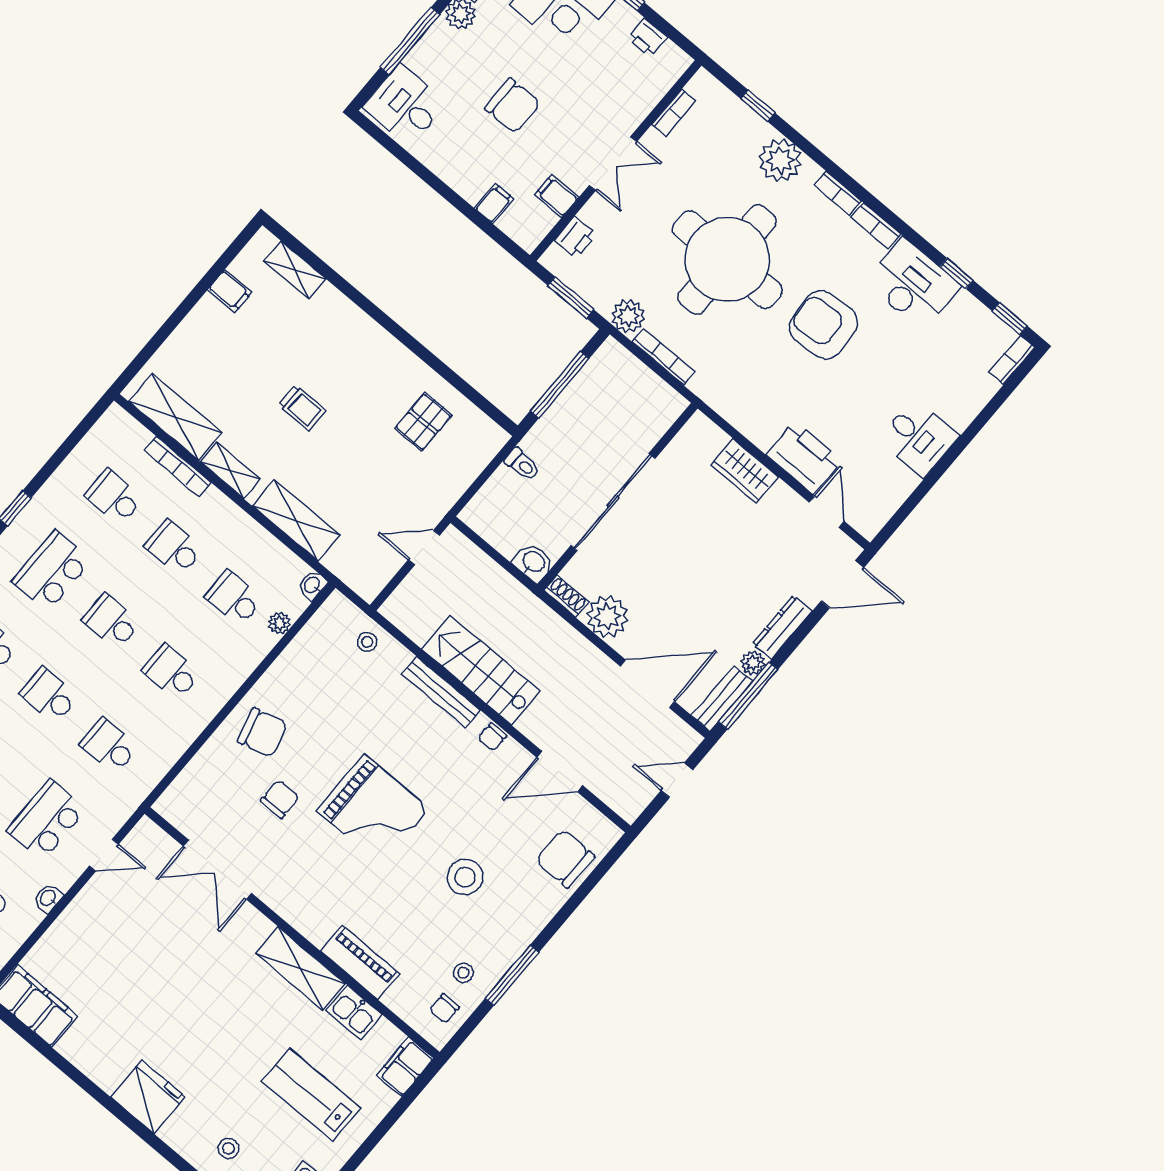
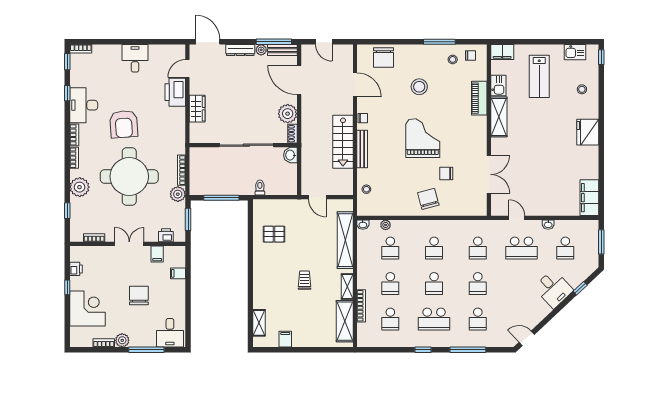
shelving: (296, 520) -> (345, 240), width x1.47

